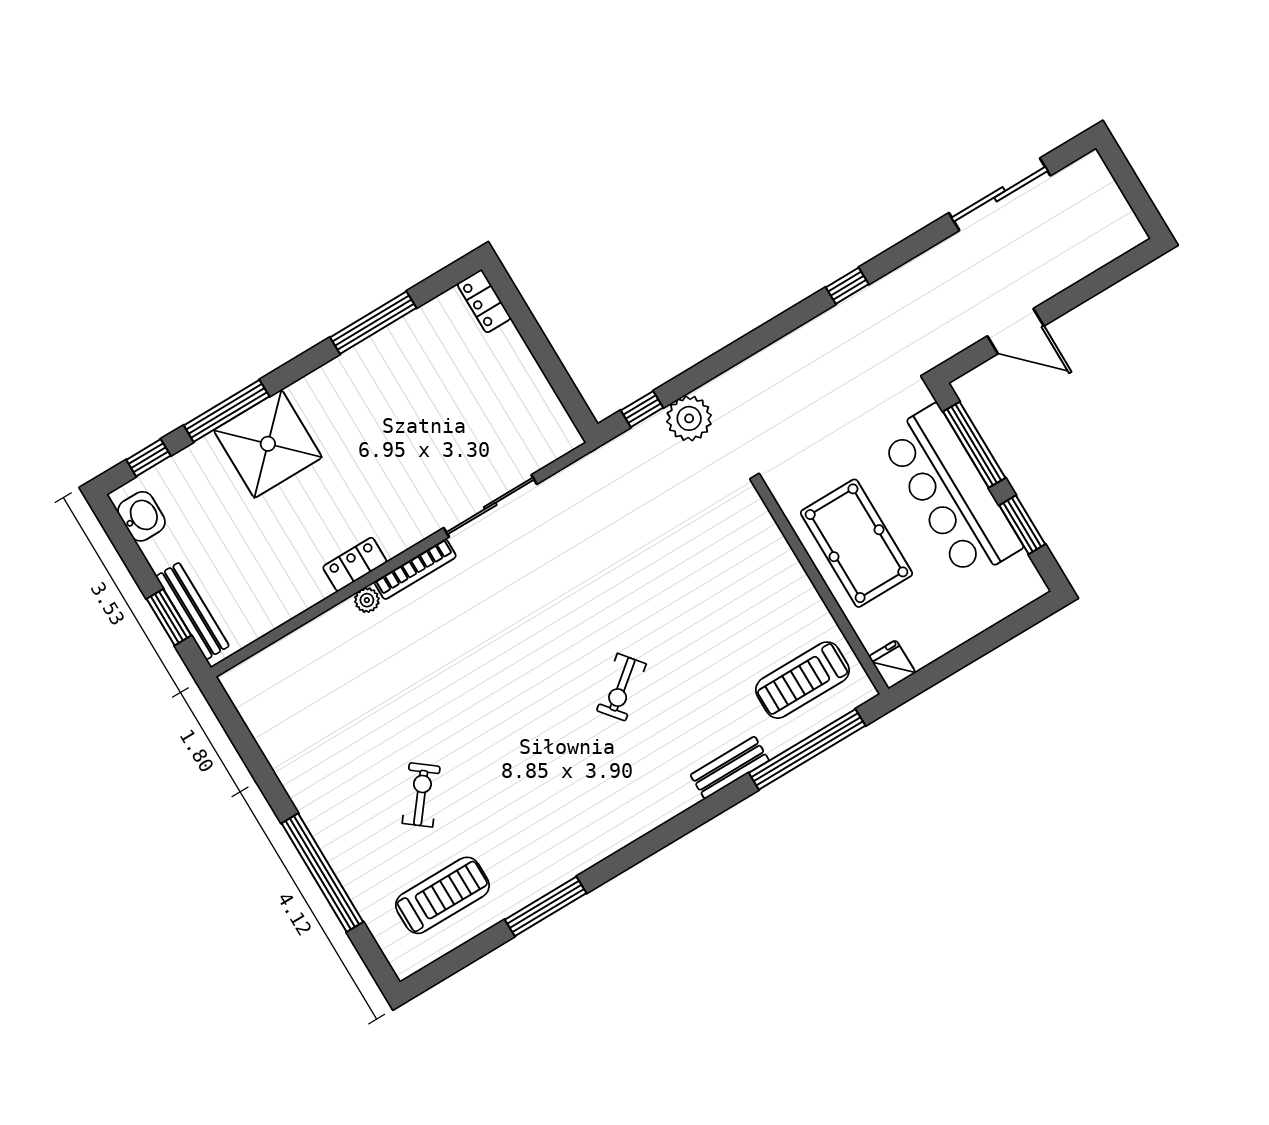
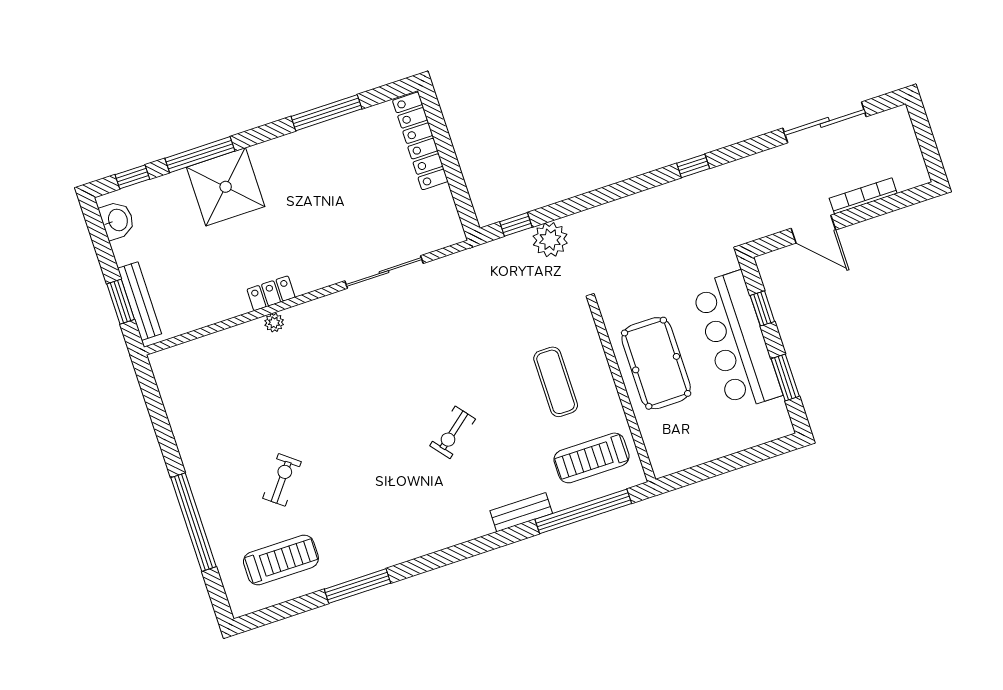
locker: (484, 301) -> (420, 141), width x2.16, depth x1.21
window: (974, 445) -> (762, 308), width x0.46
bookcase: (415, 569) -> (863, 196), moved, turned 180
exercise mat: (736, 595) -> (556, 382), added
fridge: (892, 664) -> (662, 461), removed

